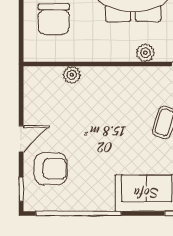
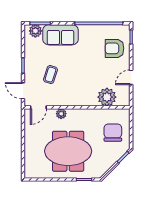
plant: (72, 75) -> (107, 97), width x1.88, depth x1.88
door: (21, 139) -> (131, 77), moved

